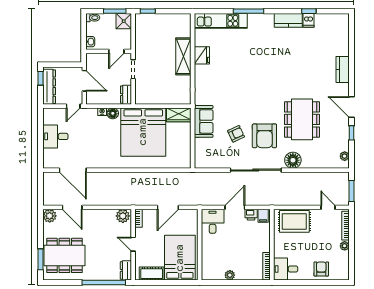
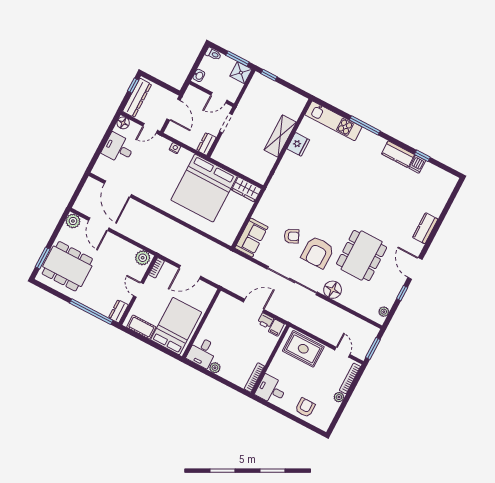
floor lamp: (113, 113) -> (123, 123), moved
sofa: (204, 121) -> (251, 238), moved
desk: (213, 221) -> (202, 352), moved, turned 180

